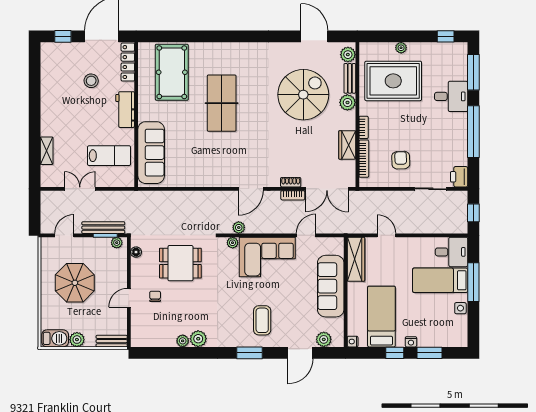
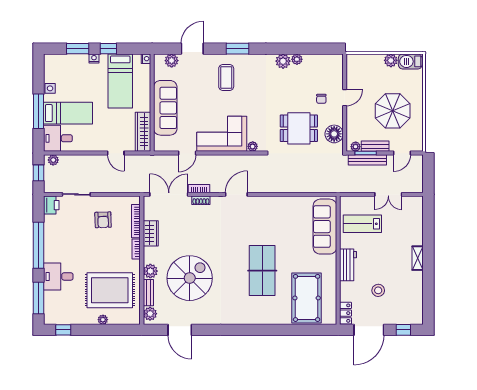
locker: (128, 62) -> (346, 313), width x0.66
spiral stairs: (303, 95) -> (190, 278), turned 180
shelving: (47, 151) -> (418, 258), moved
plant: (239, 227) -> (53, 160), moved
floor lamp: (136, 252) -> (334, 134), width x1.89, depth x1.89
bench: (112, 341) -> (375, 146), moved

